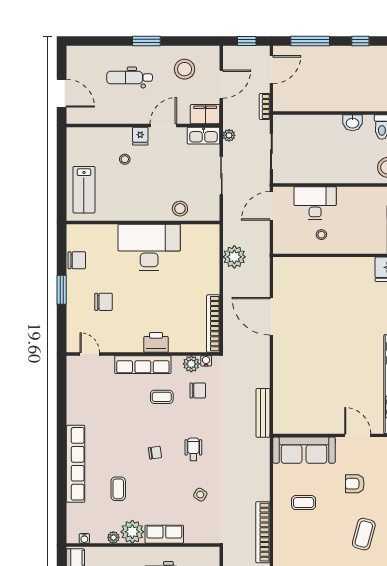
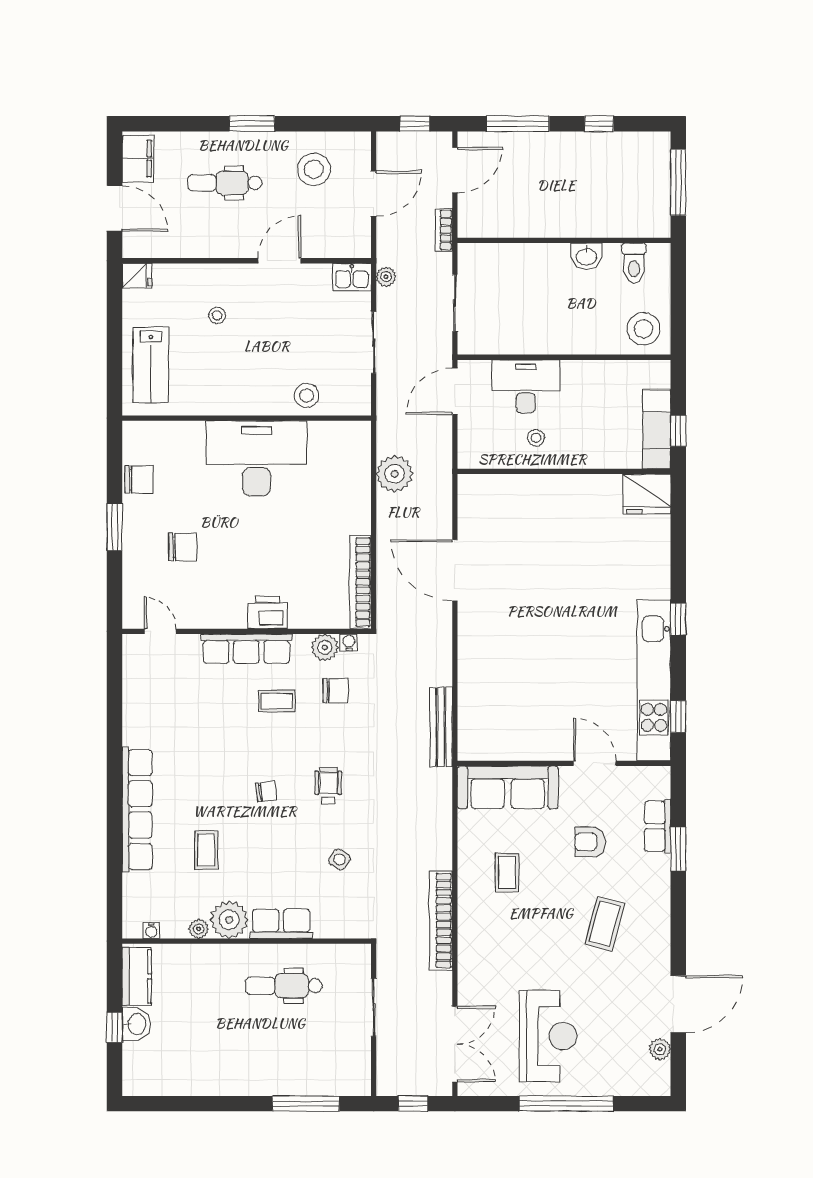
filing cabinet: (205, 114) -> (138, 158), moved, turned 90
fridge: (140, 136) -> (137, 276), moved, turned -90
kitchen sink: (204, 136) -> (352, 277), width x0.73
coffee table: (304, 503) -> (507, 872), turned 90

